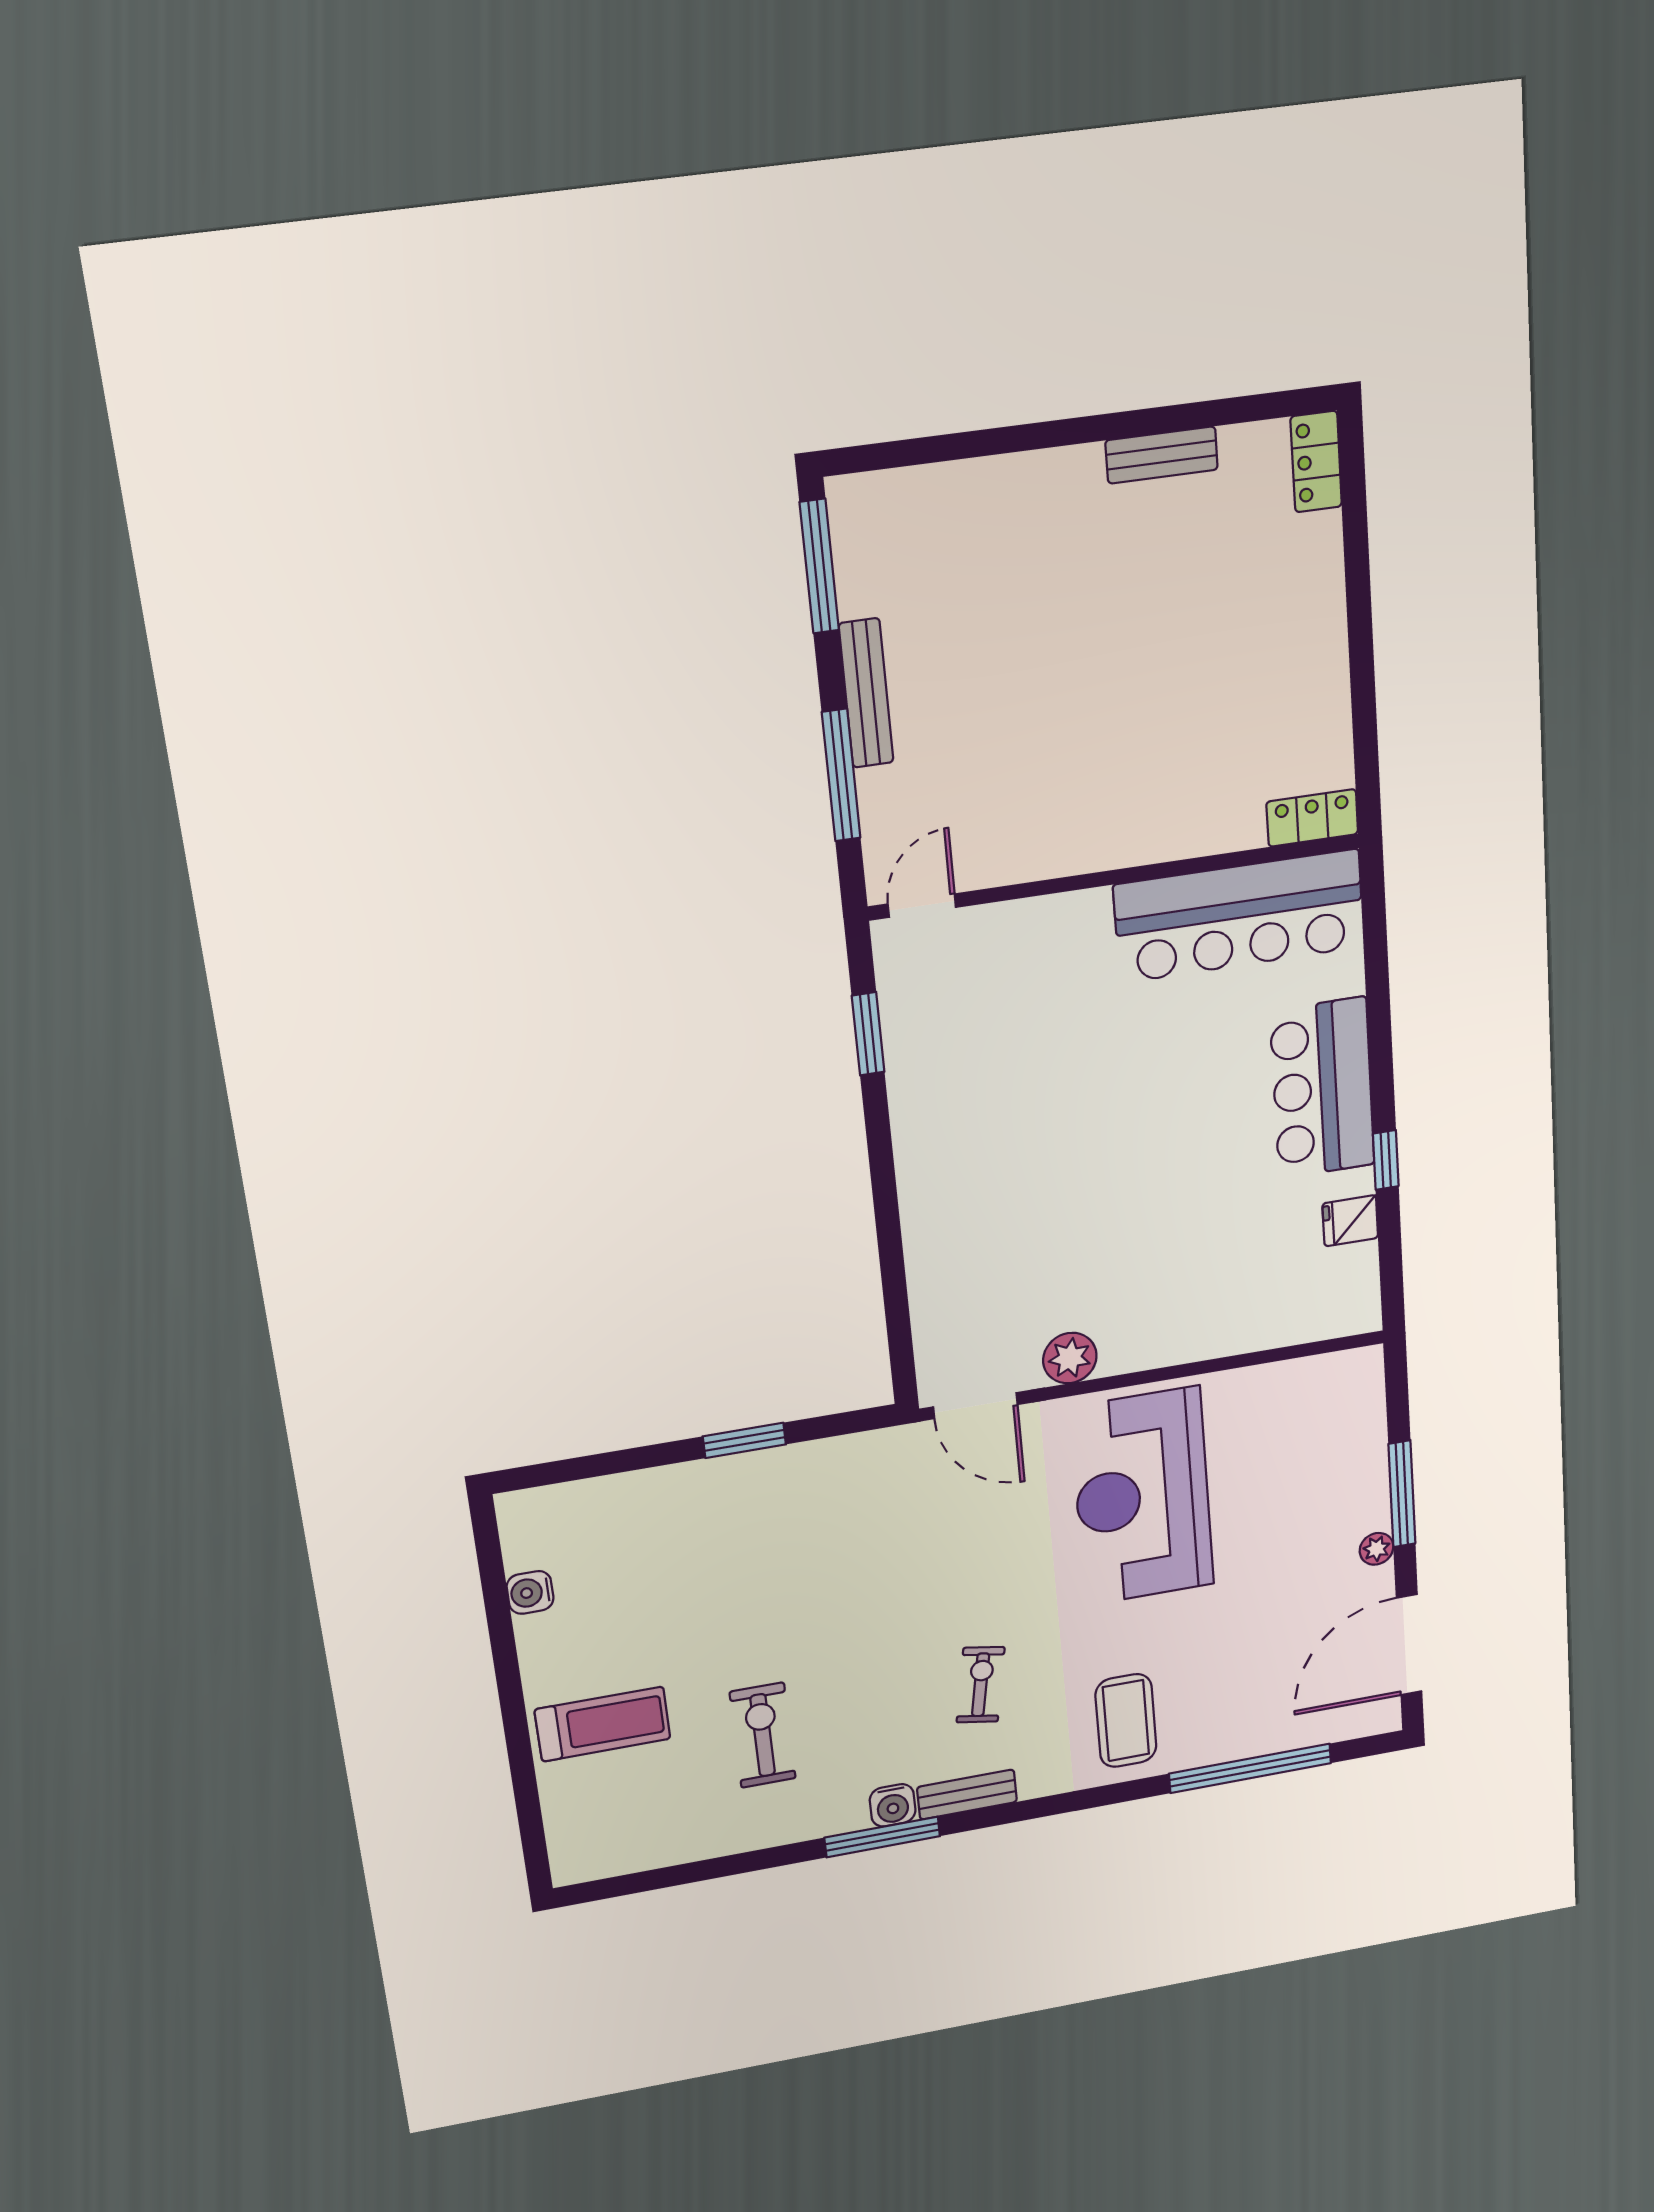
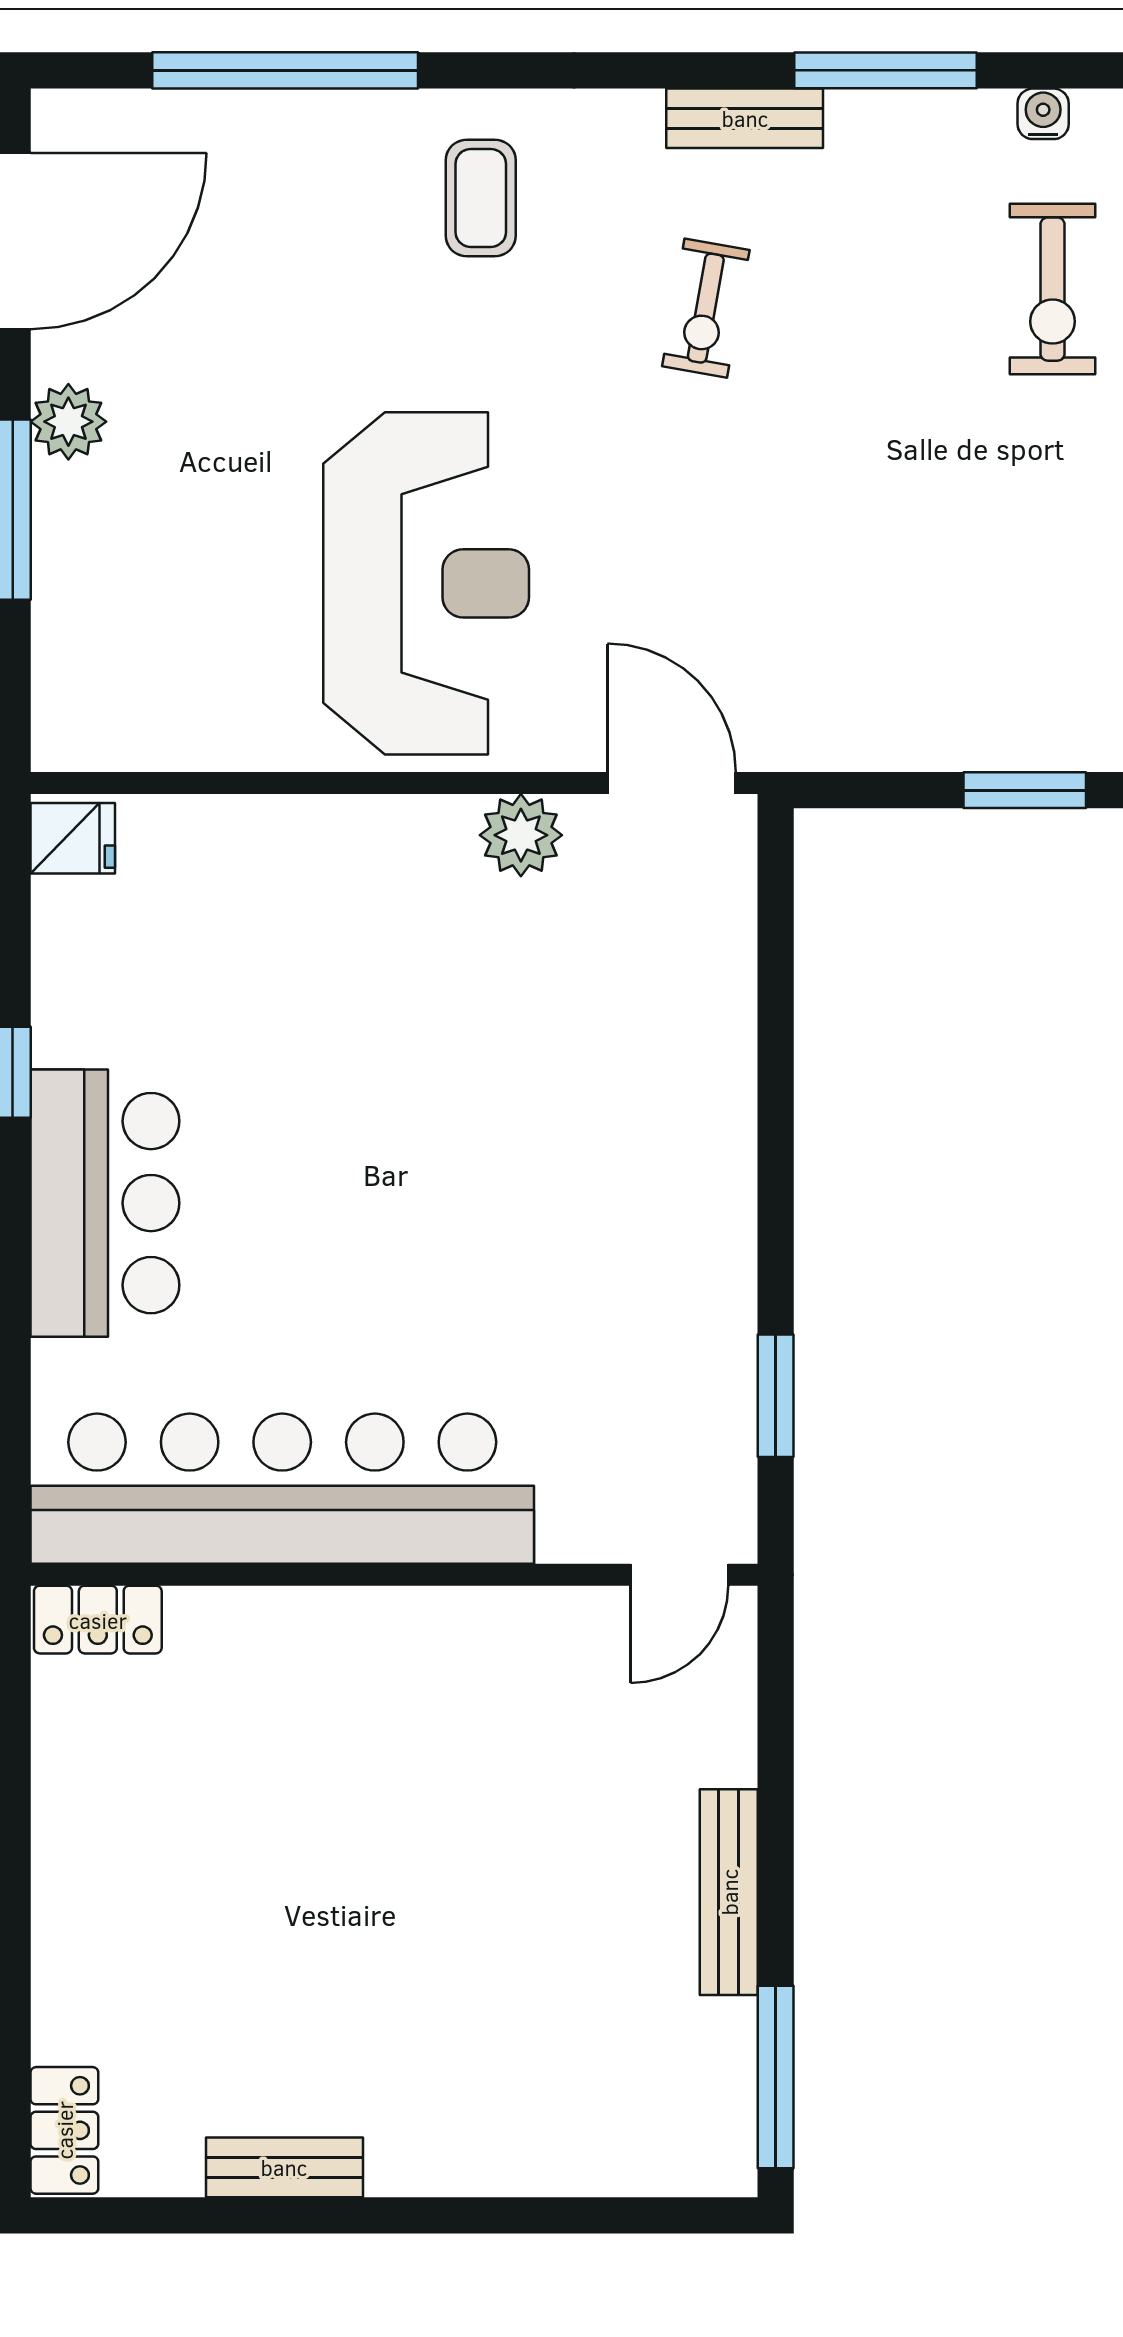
window: (841, 775) -> (776, 1781), removed
bar counter: (1239, 916) -> (282, 1489), width x1.36
fridge: (1350, 1221) -> (73, 838), moved
plant: (1377, 1549) -> (68, 422), width x1.38, depth x1.38
coffee table: (1126, 1721) -> (481, 198), width x0.73, depth x0.77
water cooler: (893, 1805) -> (1043, 114), moved, width x0.72, depth x0.72

